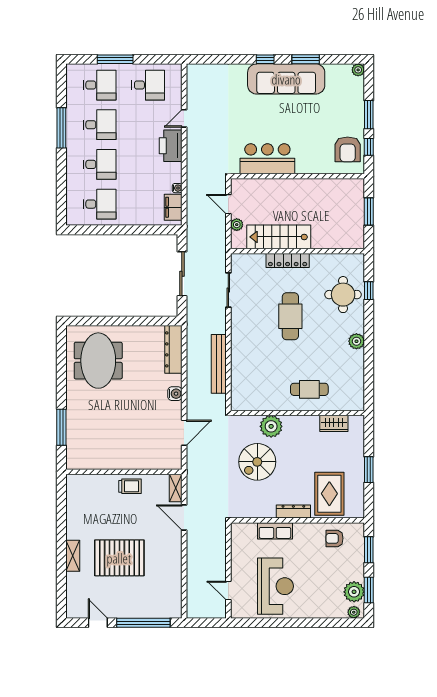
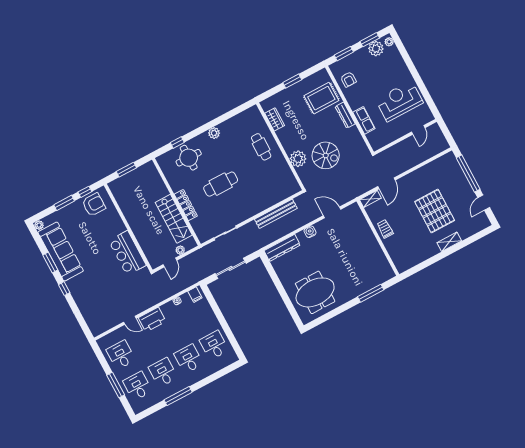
sofa: (286, 79) -> (61, 252), moved
filing cabinet: (173, 207) -> (195, 295), width x0.50

